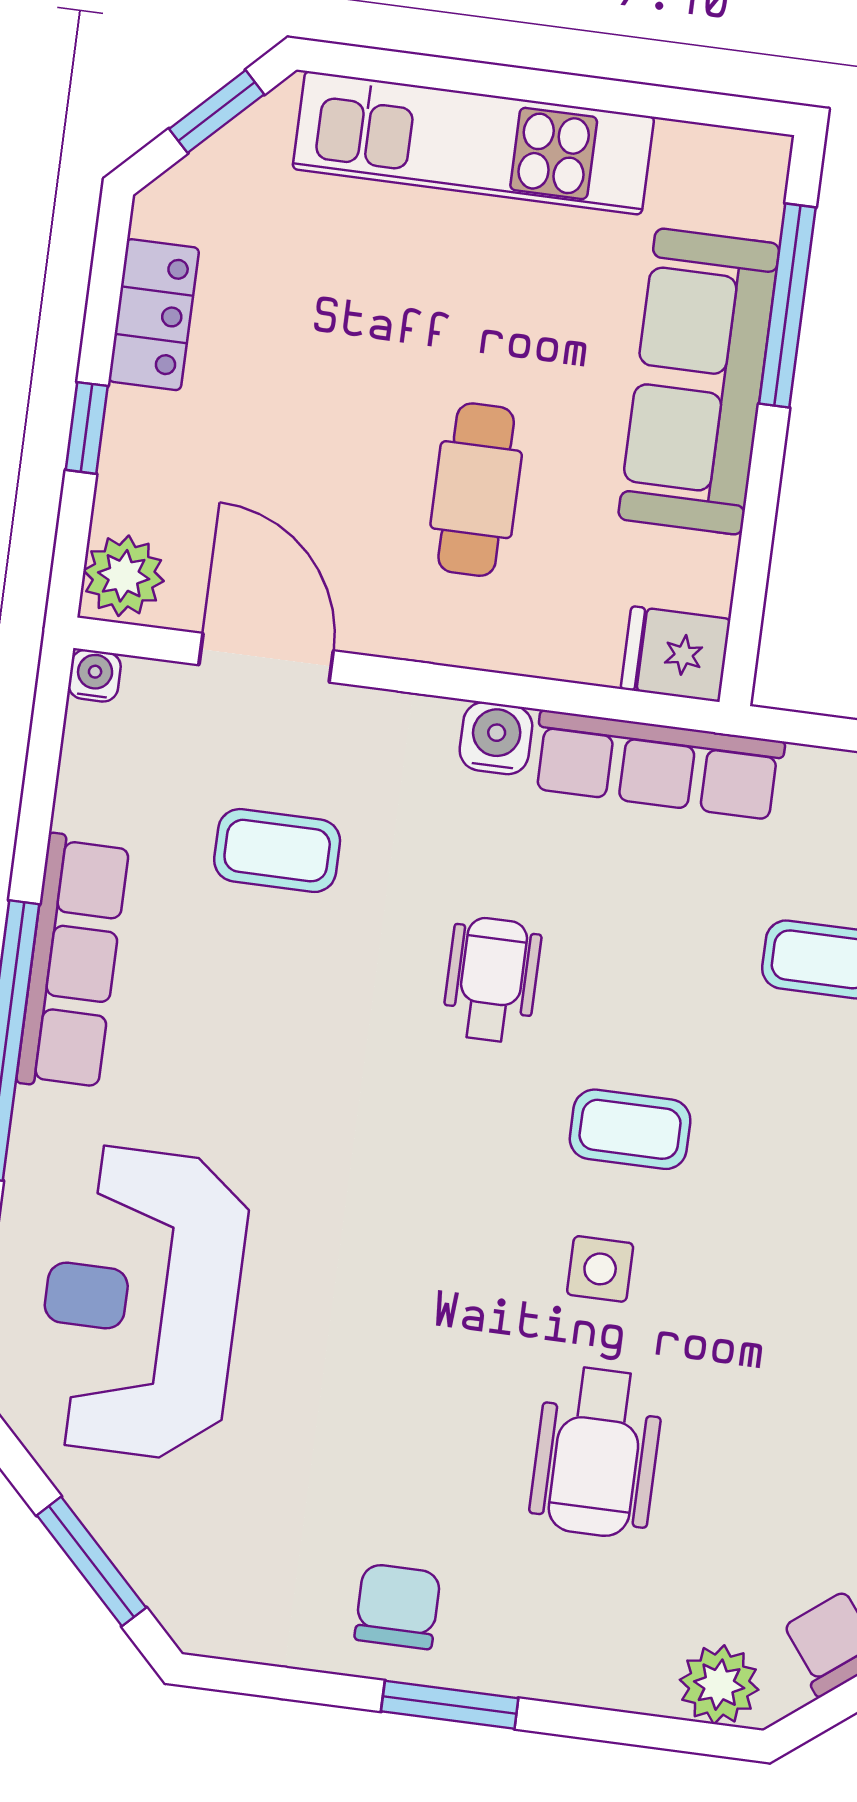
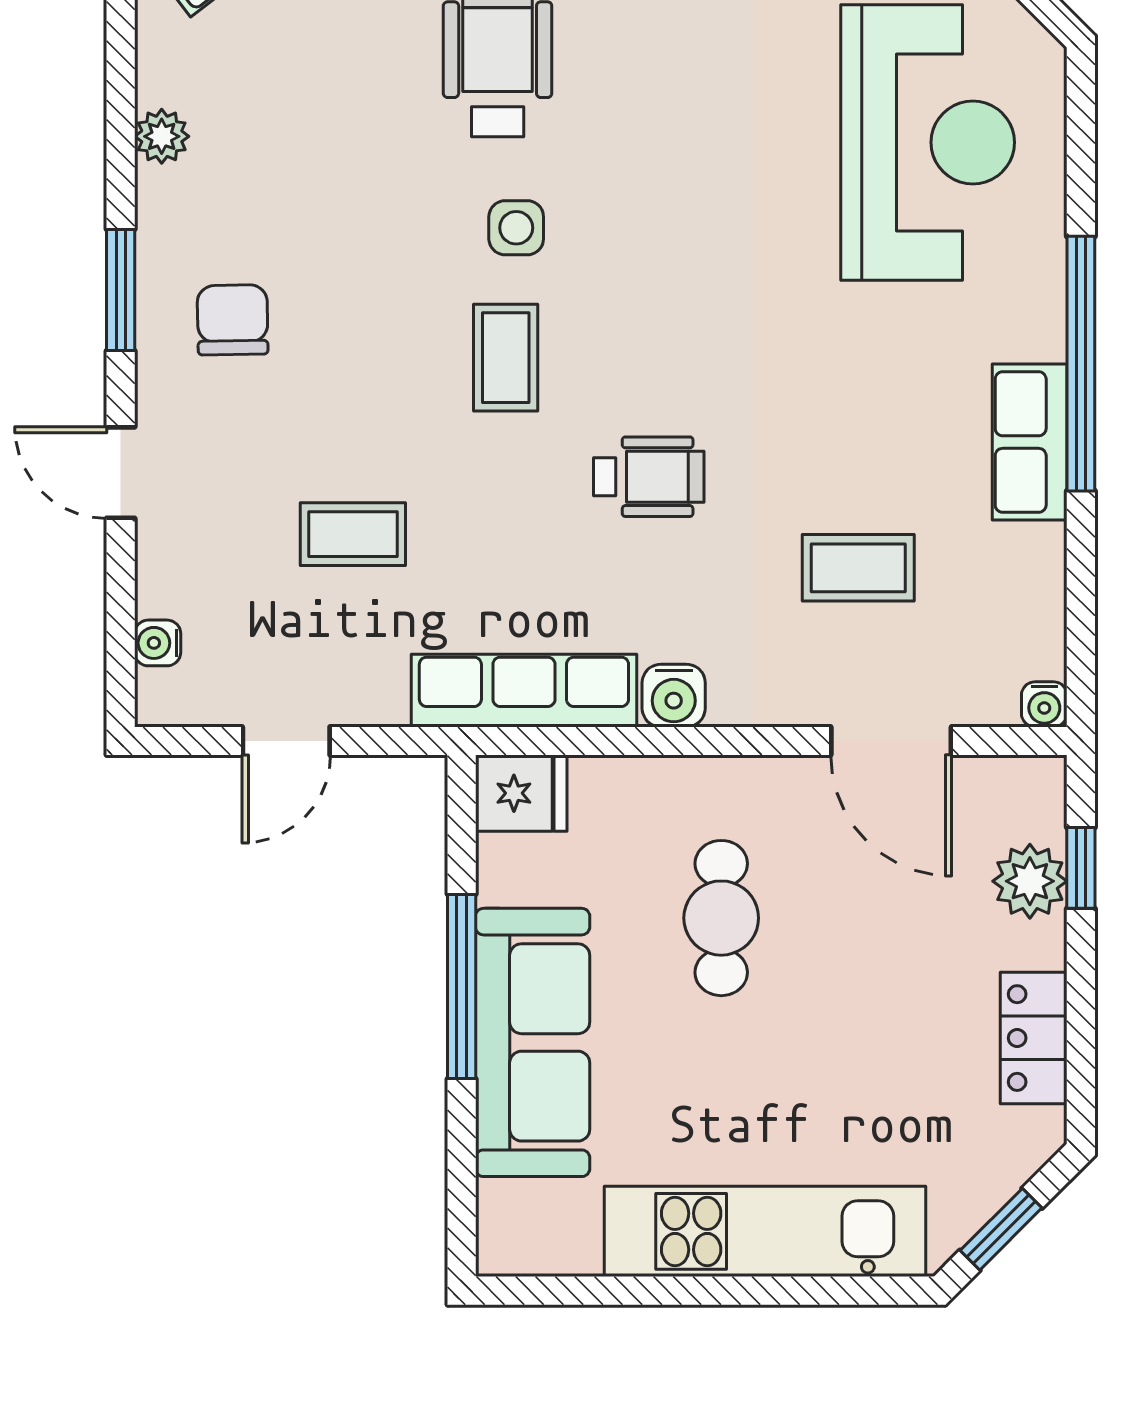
window: (787, 305) -> (462, 987), moved
window: (87, 428) -> (1081, 868), moved
plant: (124, 576) -> (1030, 881), moved
row of seats: (73, 963) -> (1030, 442), width x0.68
wheelchair: (492, 979) -> (649, 477), turned -90
coffee table: (630, 1129) -> (506, 358), turned 90

